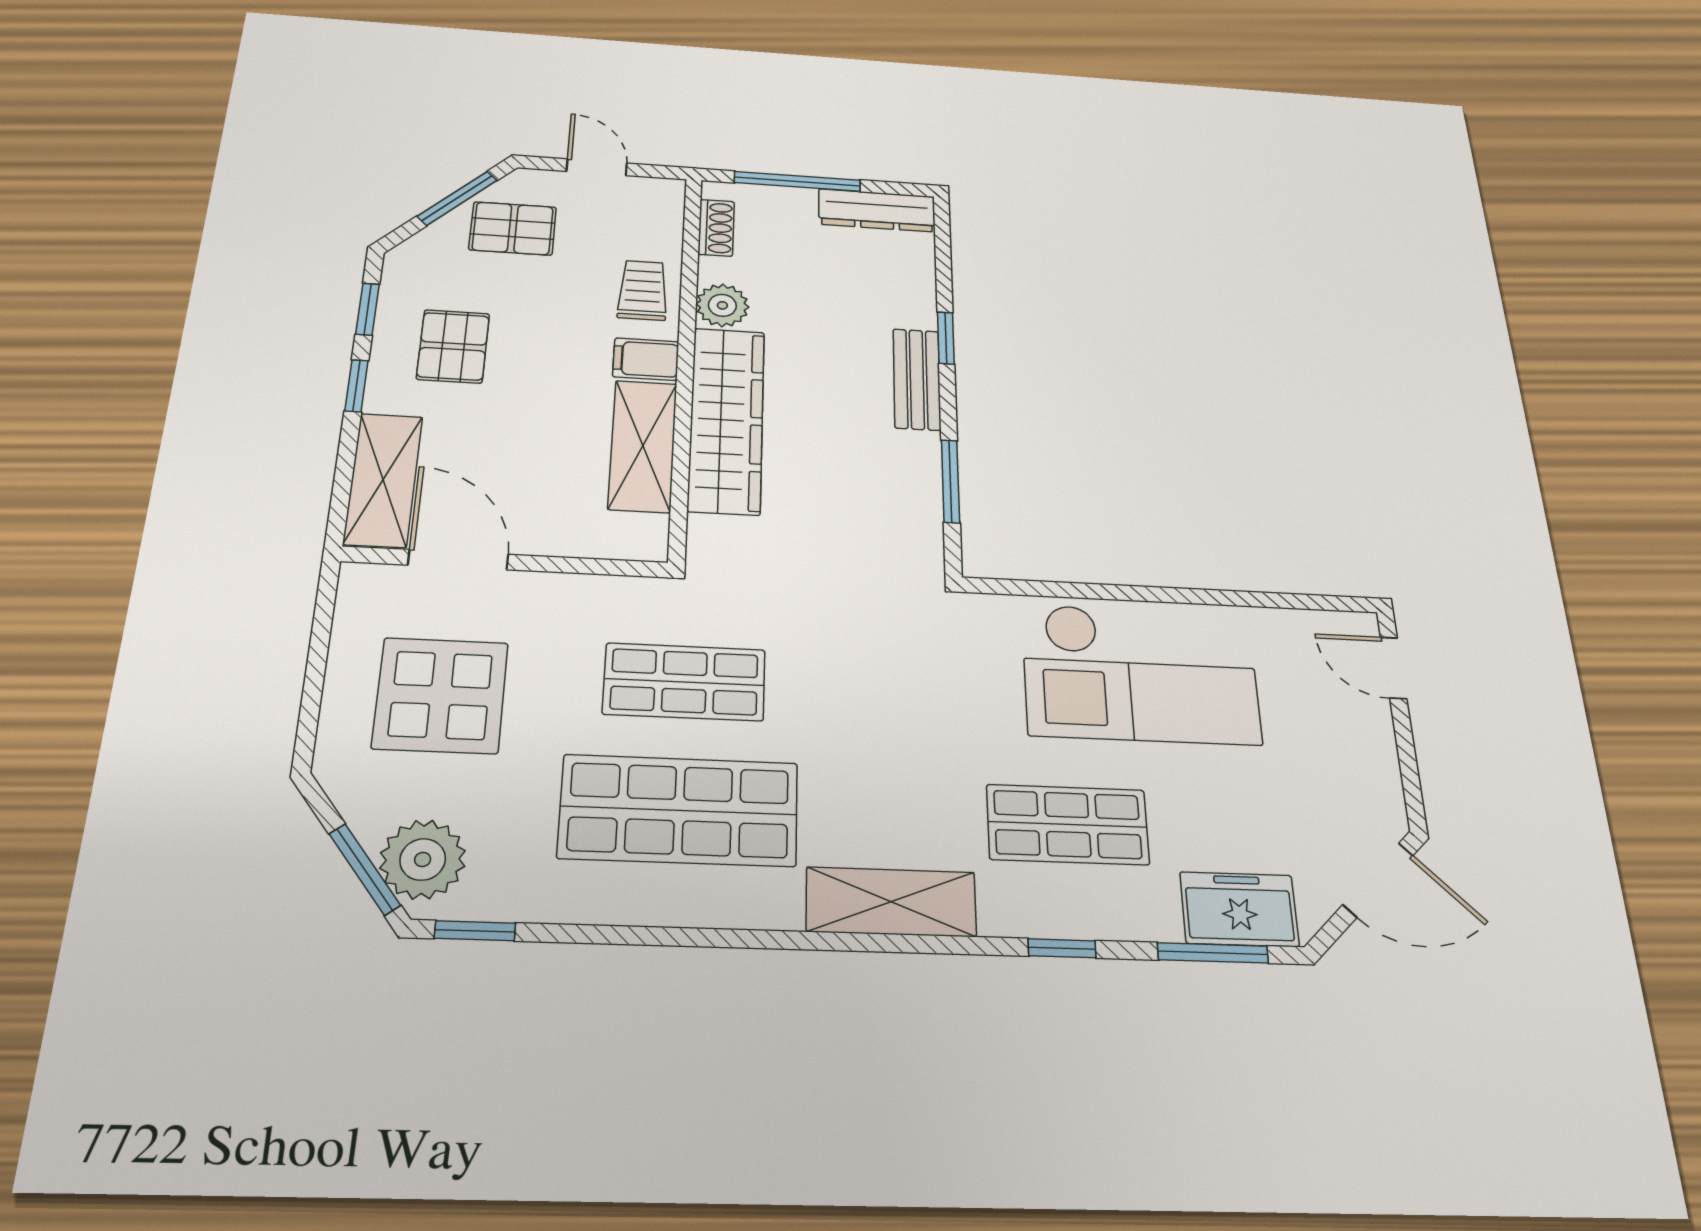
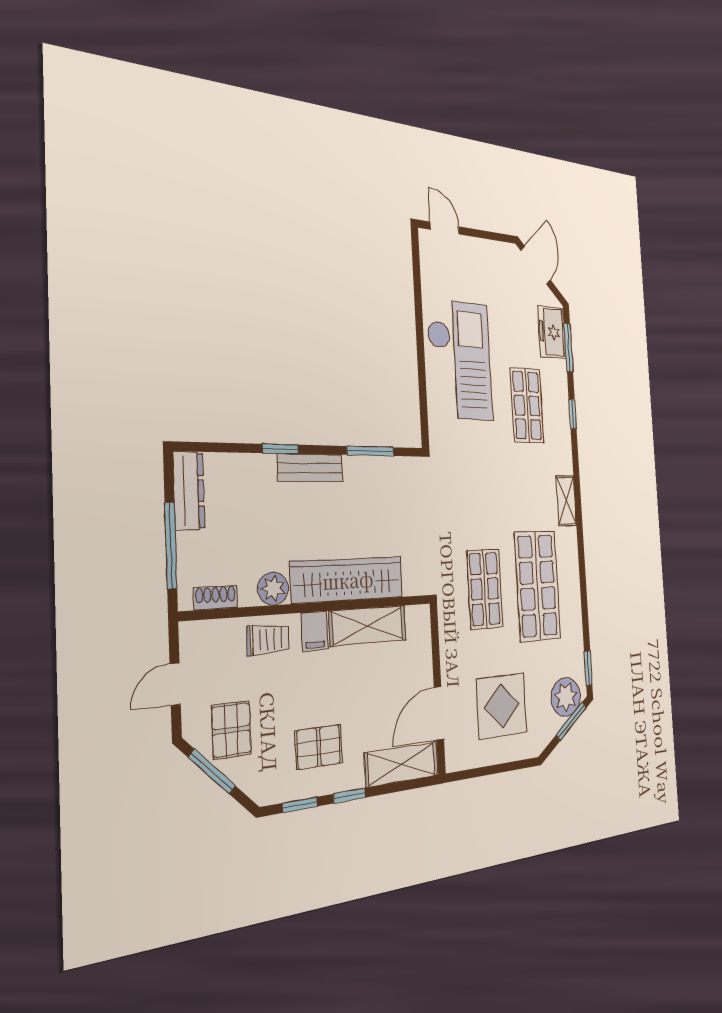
trolley: (643, 290) -> (268, 639), turned 180
door: (1393, 668) -> (445, 228), swing flipped
shelving: (891, 902) -> (566, 501), width x0.67, depth x0.75

